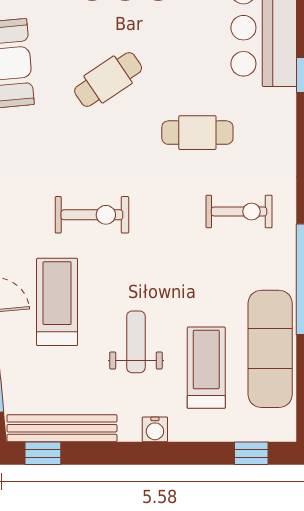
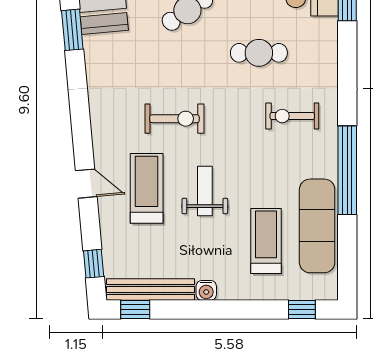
exercise bike: (239, 212) -> (292, 116), turned 180
weight bench: (136, 342) -> (205, 191), moved
water cooler: (155, 429) -> (206, 290), moved

